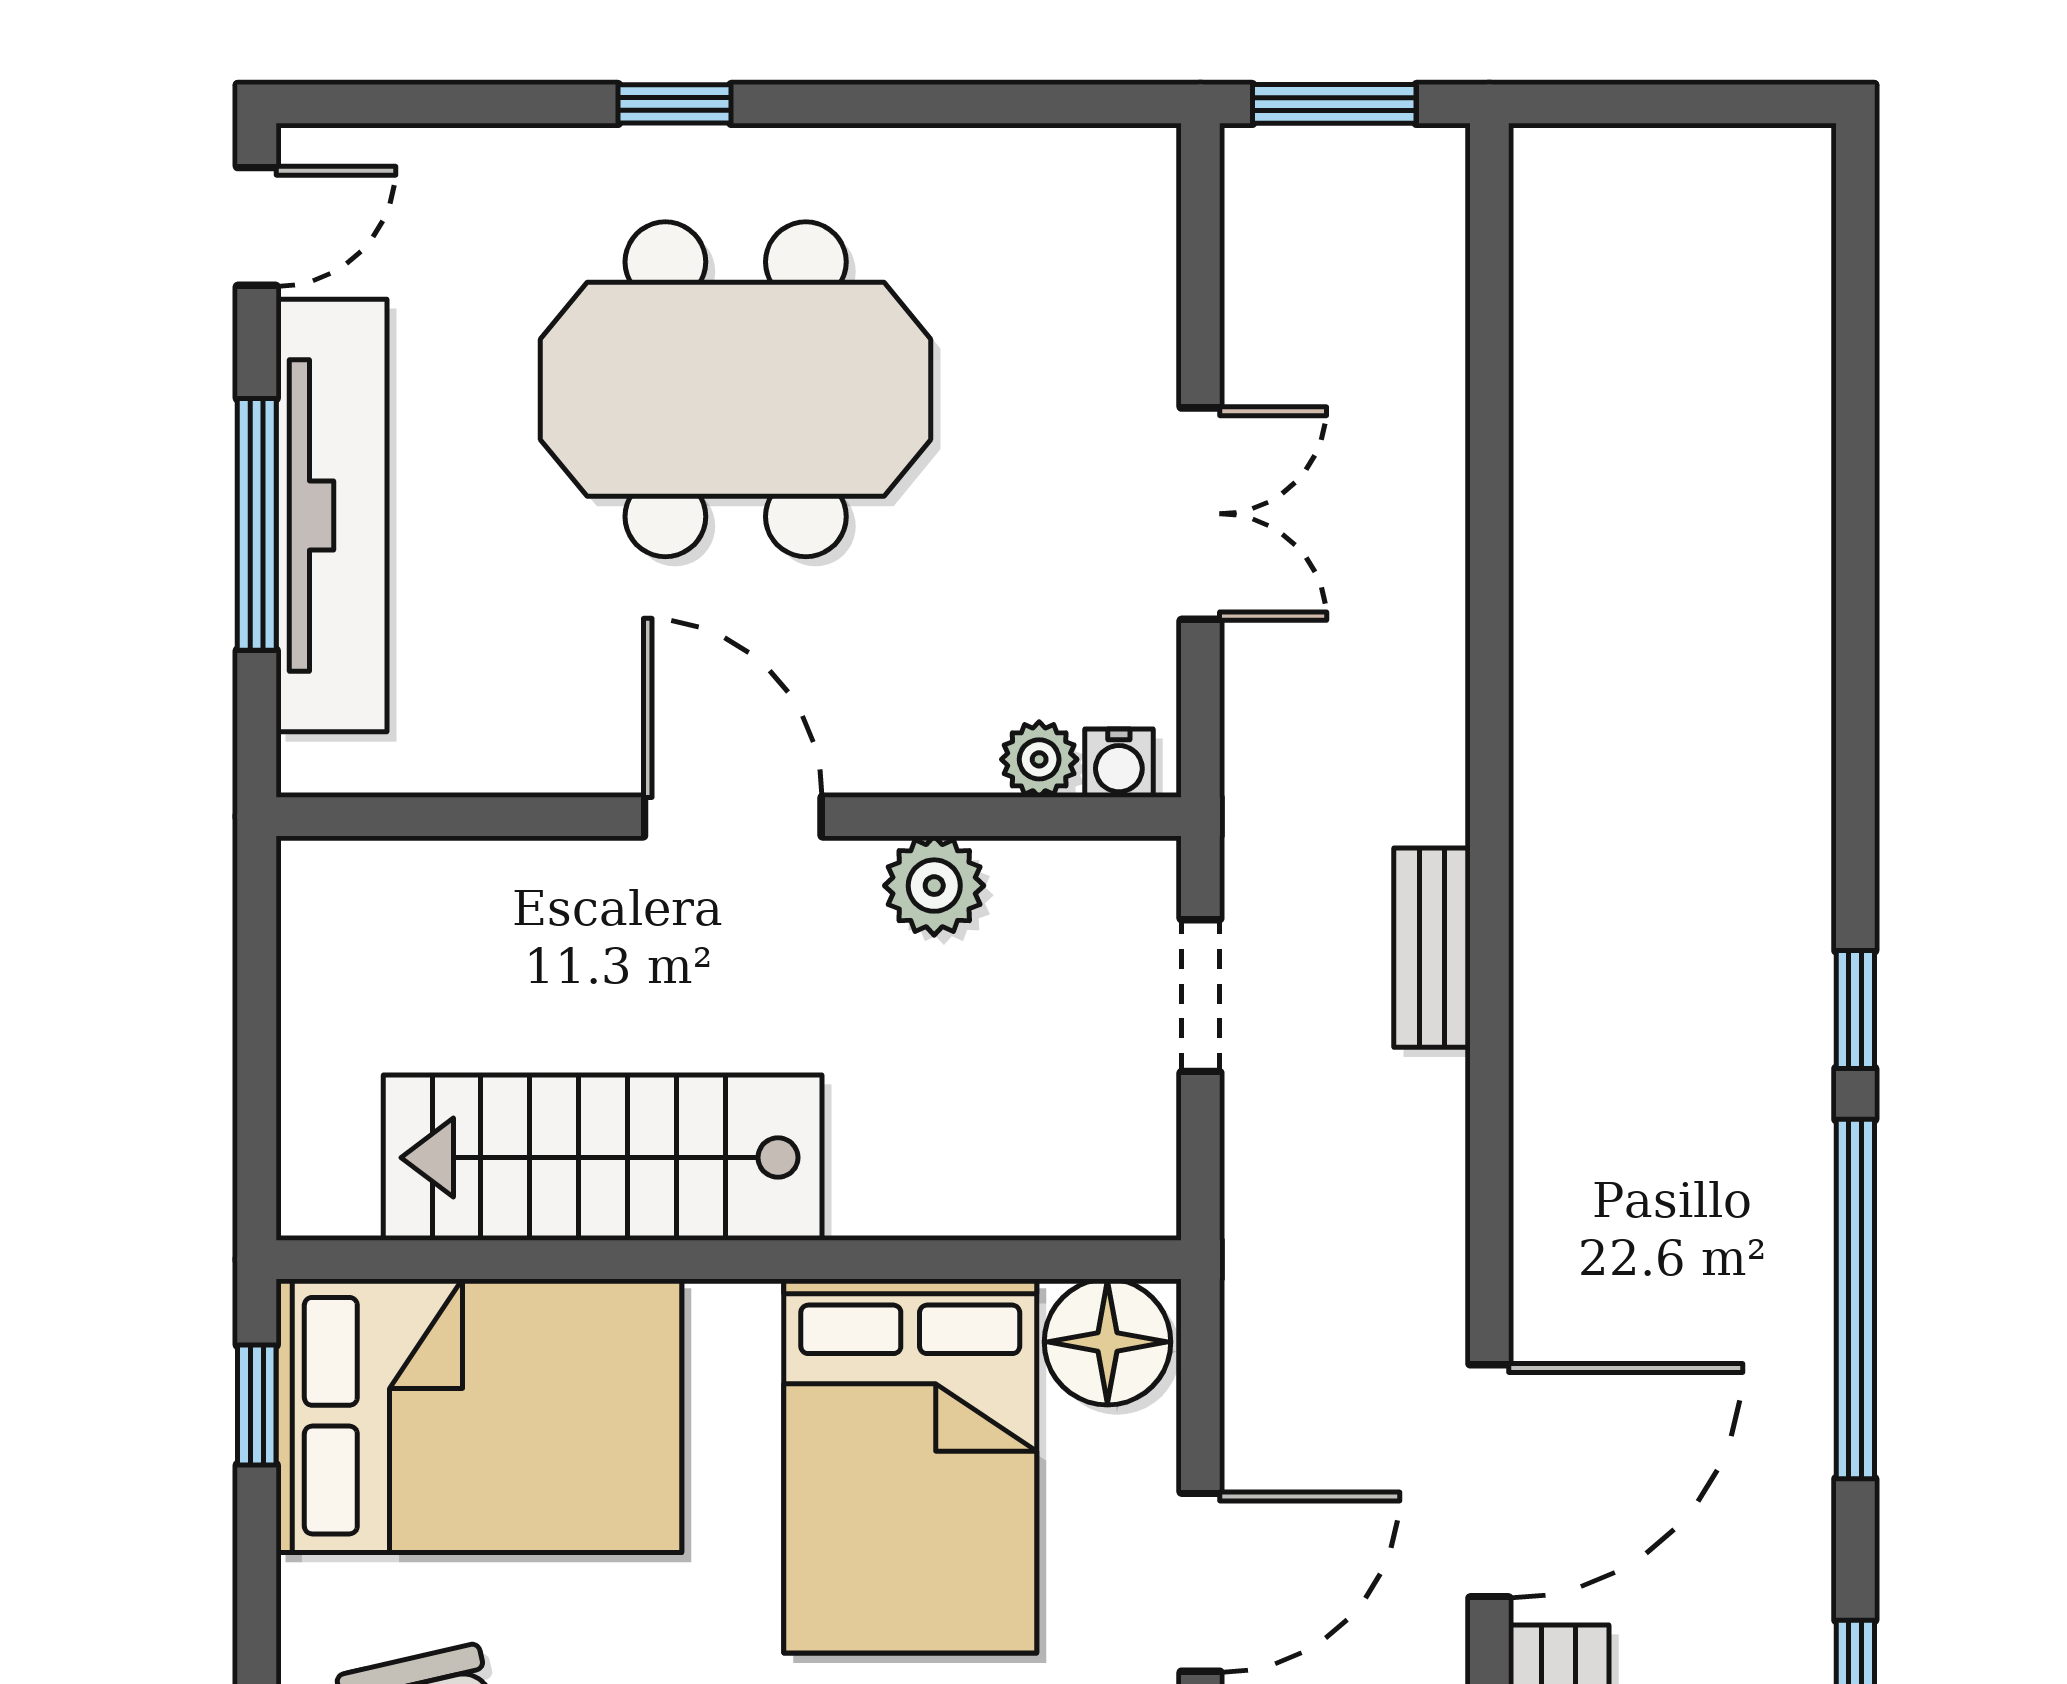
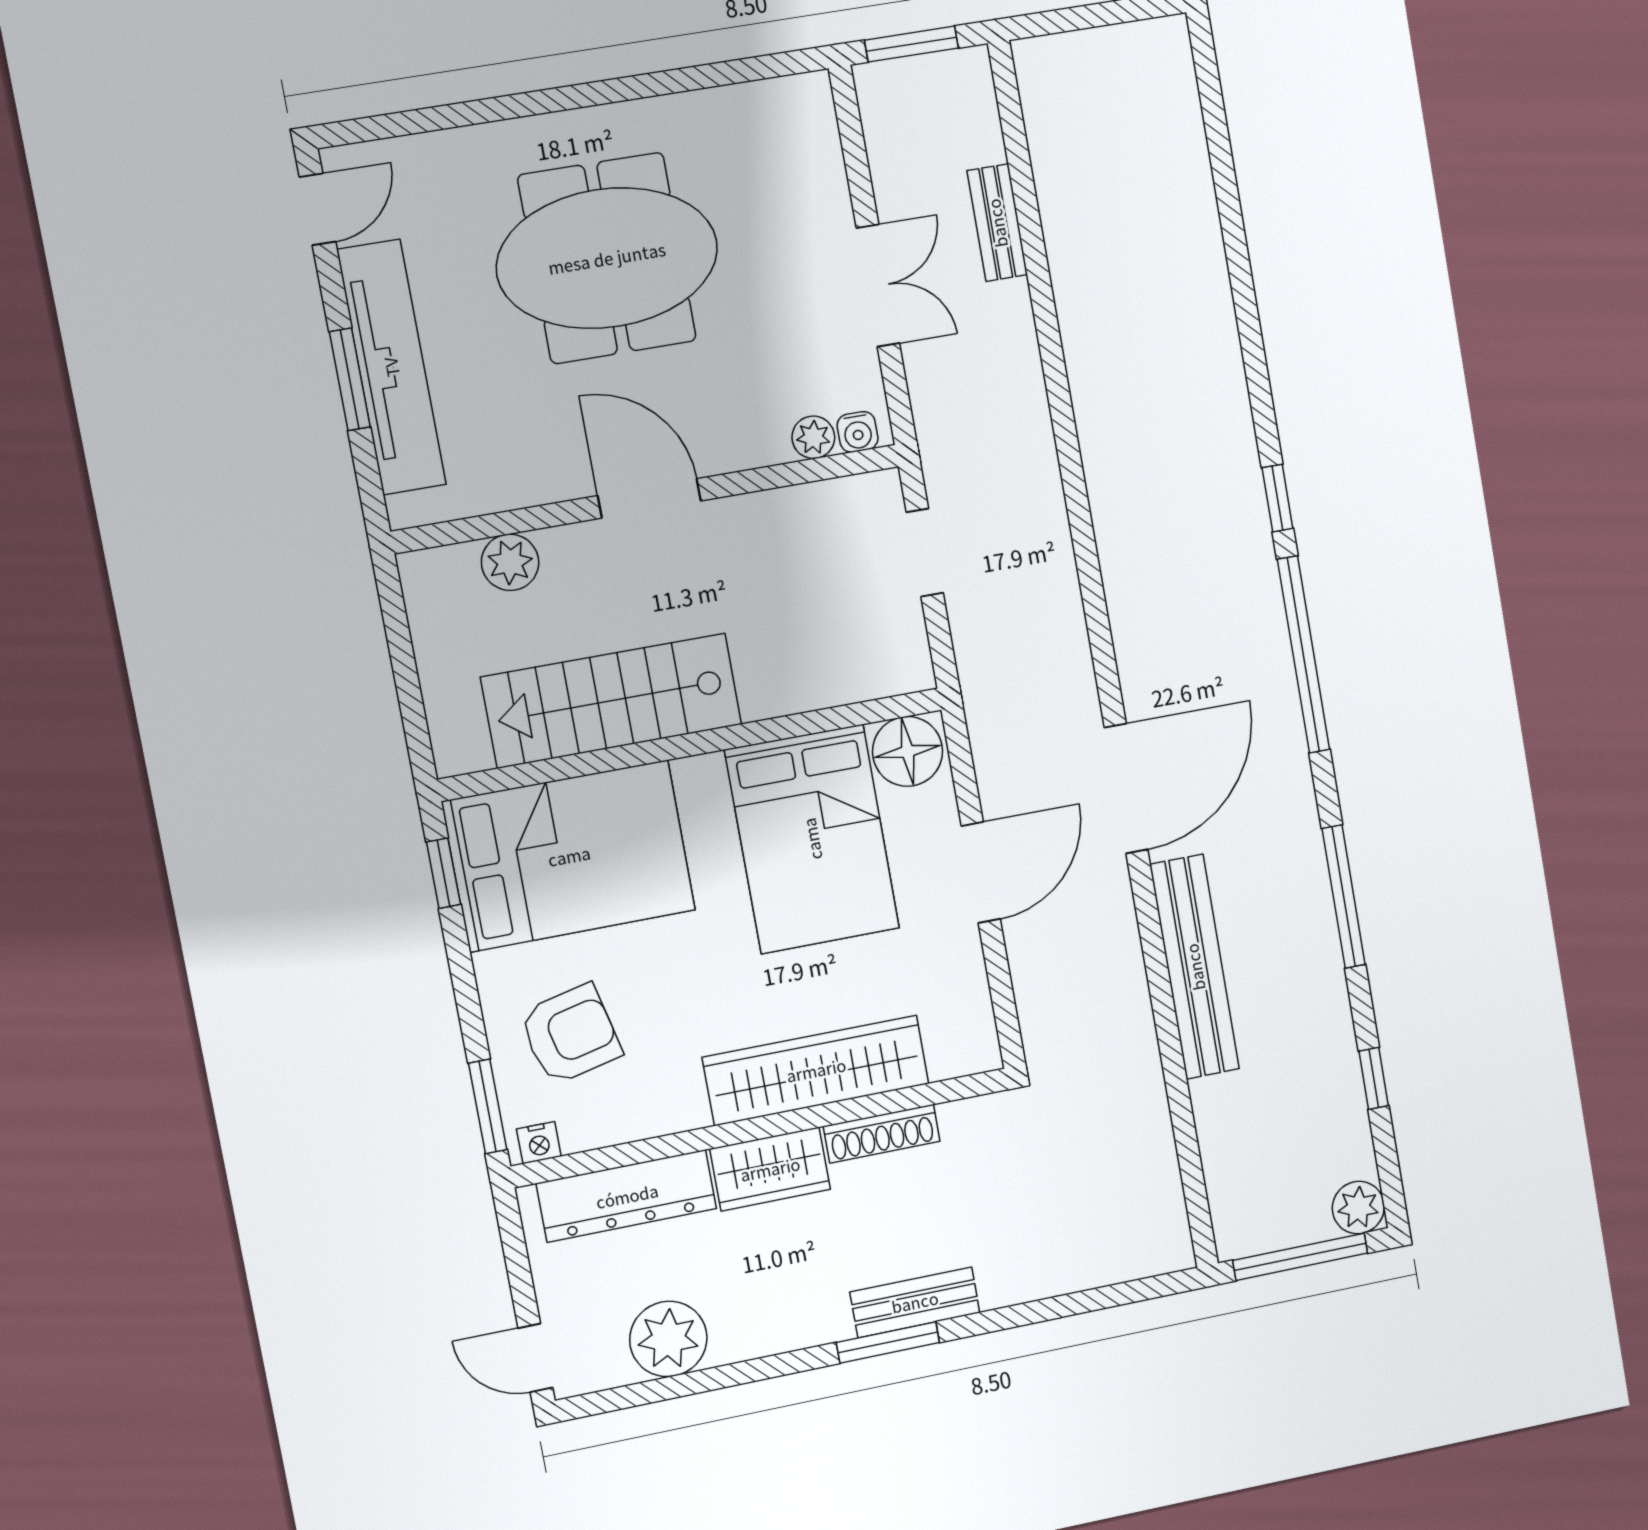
window: (675, 104) -> (543, 102), removed
window: (257, 524) -> (350, 379), width x0.69
plant: (934, 886) -> (510, 562), moved
bench: (1432, 948) -> (997, 223), moved

